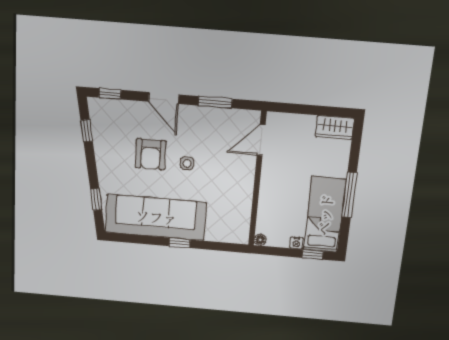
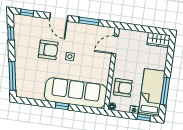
armchair: (151, 154) -> (48, 50), turned -90
window: (349, 195) -> (165, 91), moved
window: (96, 199) -> (12, 76), width x2.17
armchair: (277, 209) -> (123, 88), added
sofa: (156, 217) -> (76, 93), moved

